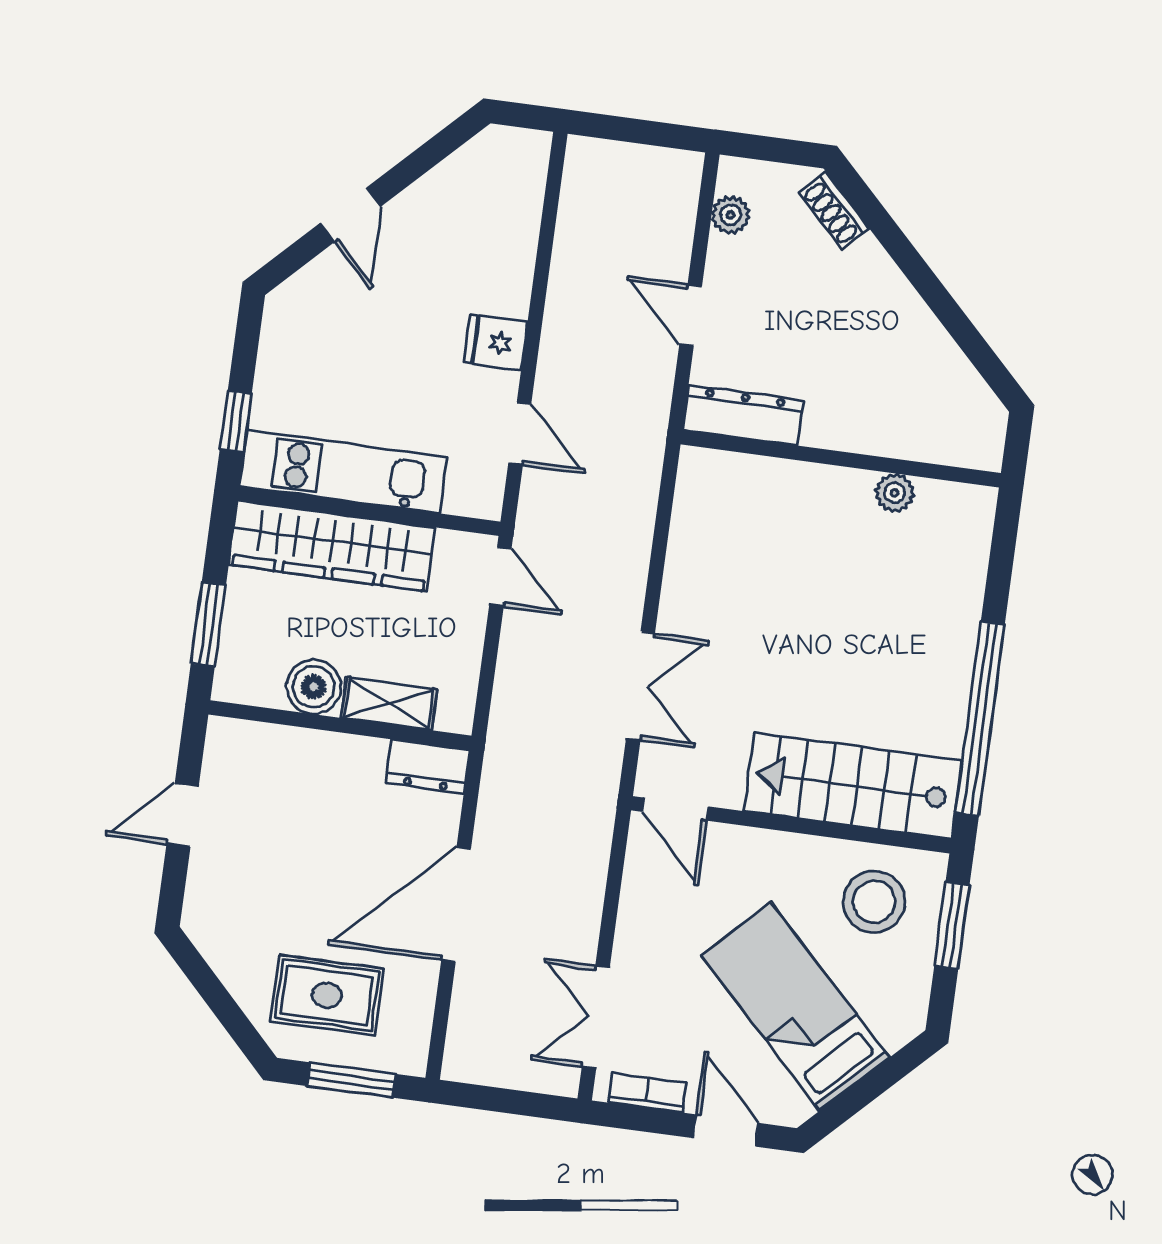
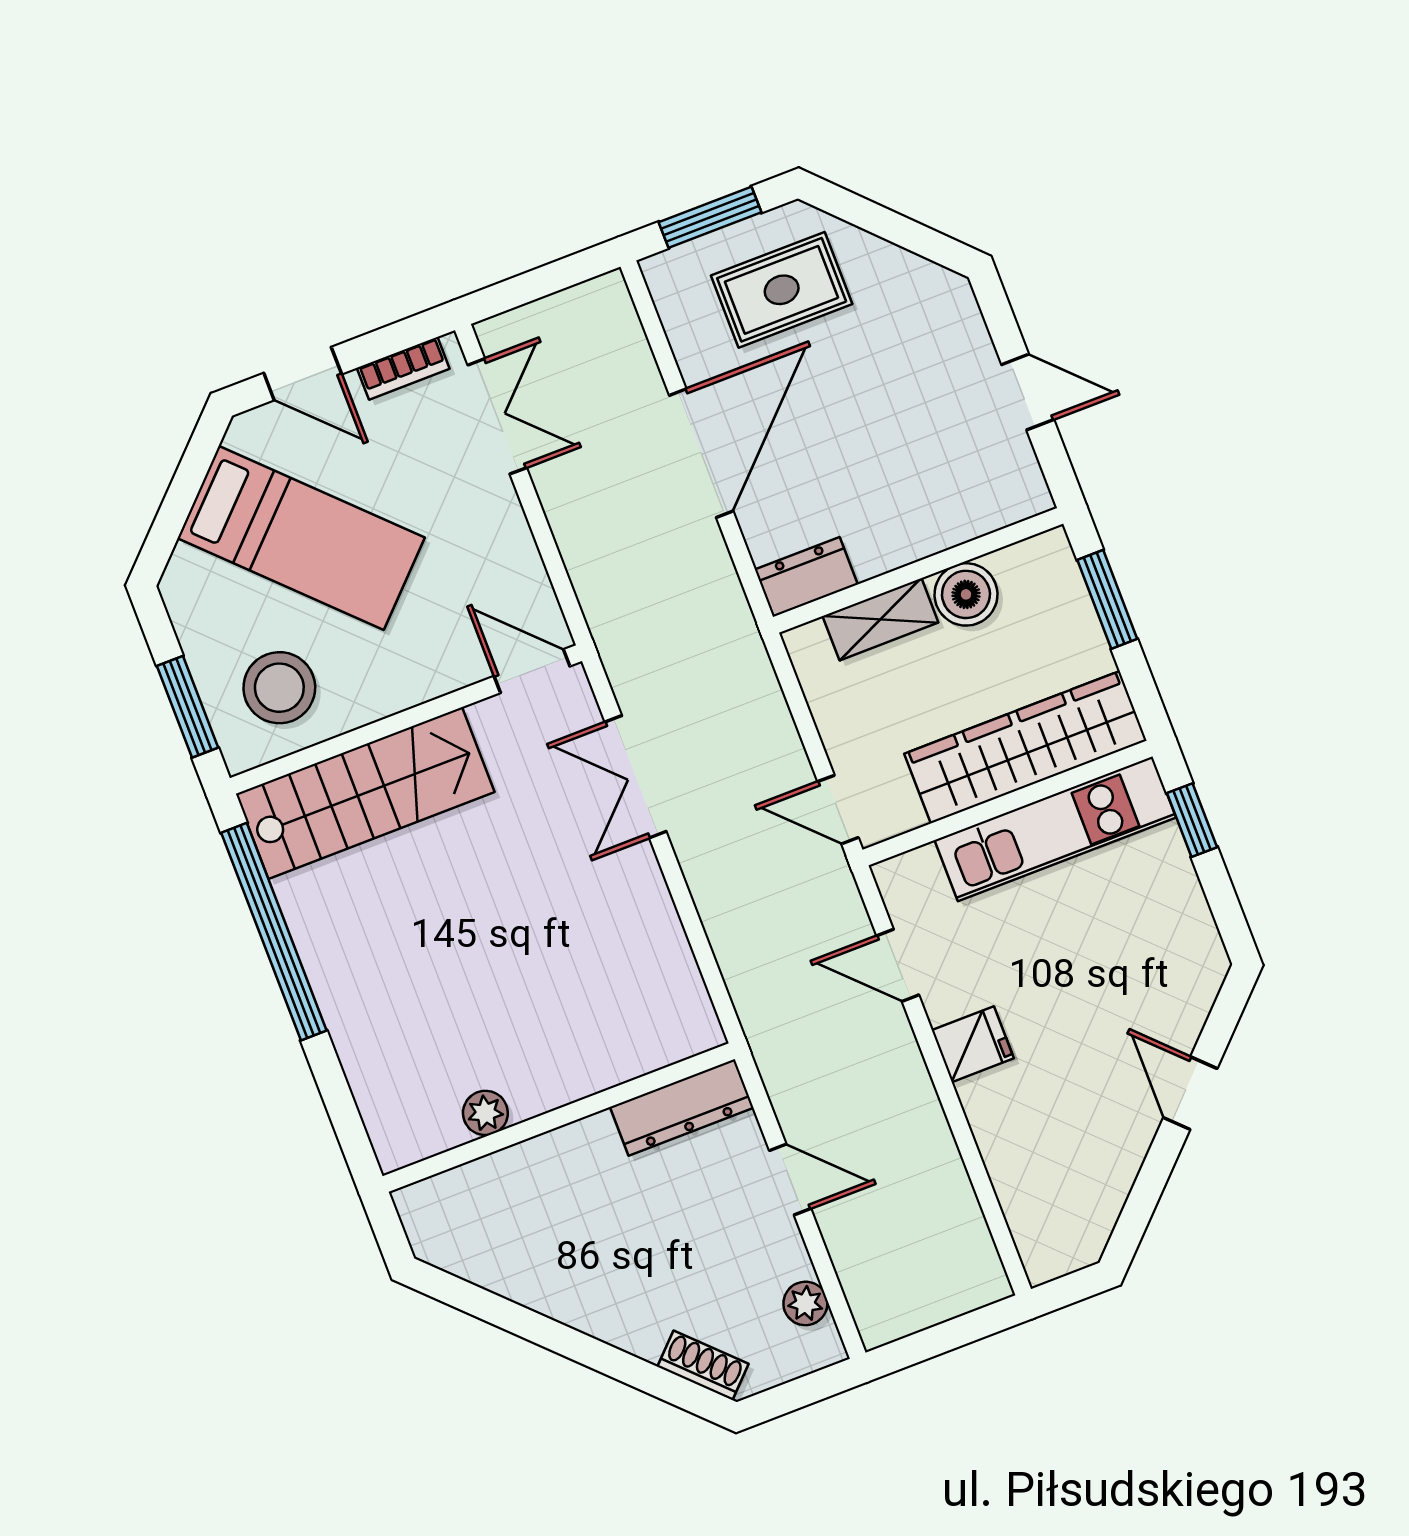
door: (183, 815) -> (1028, 392), hinge flipped

